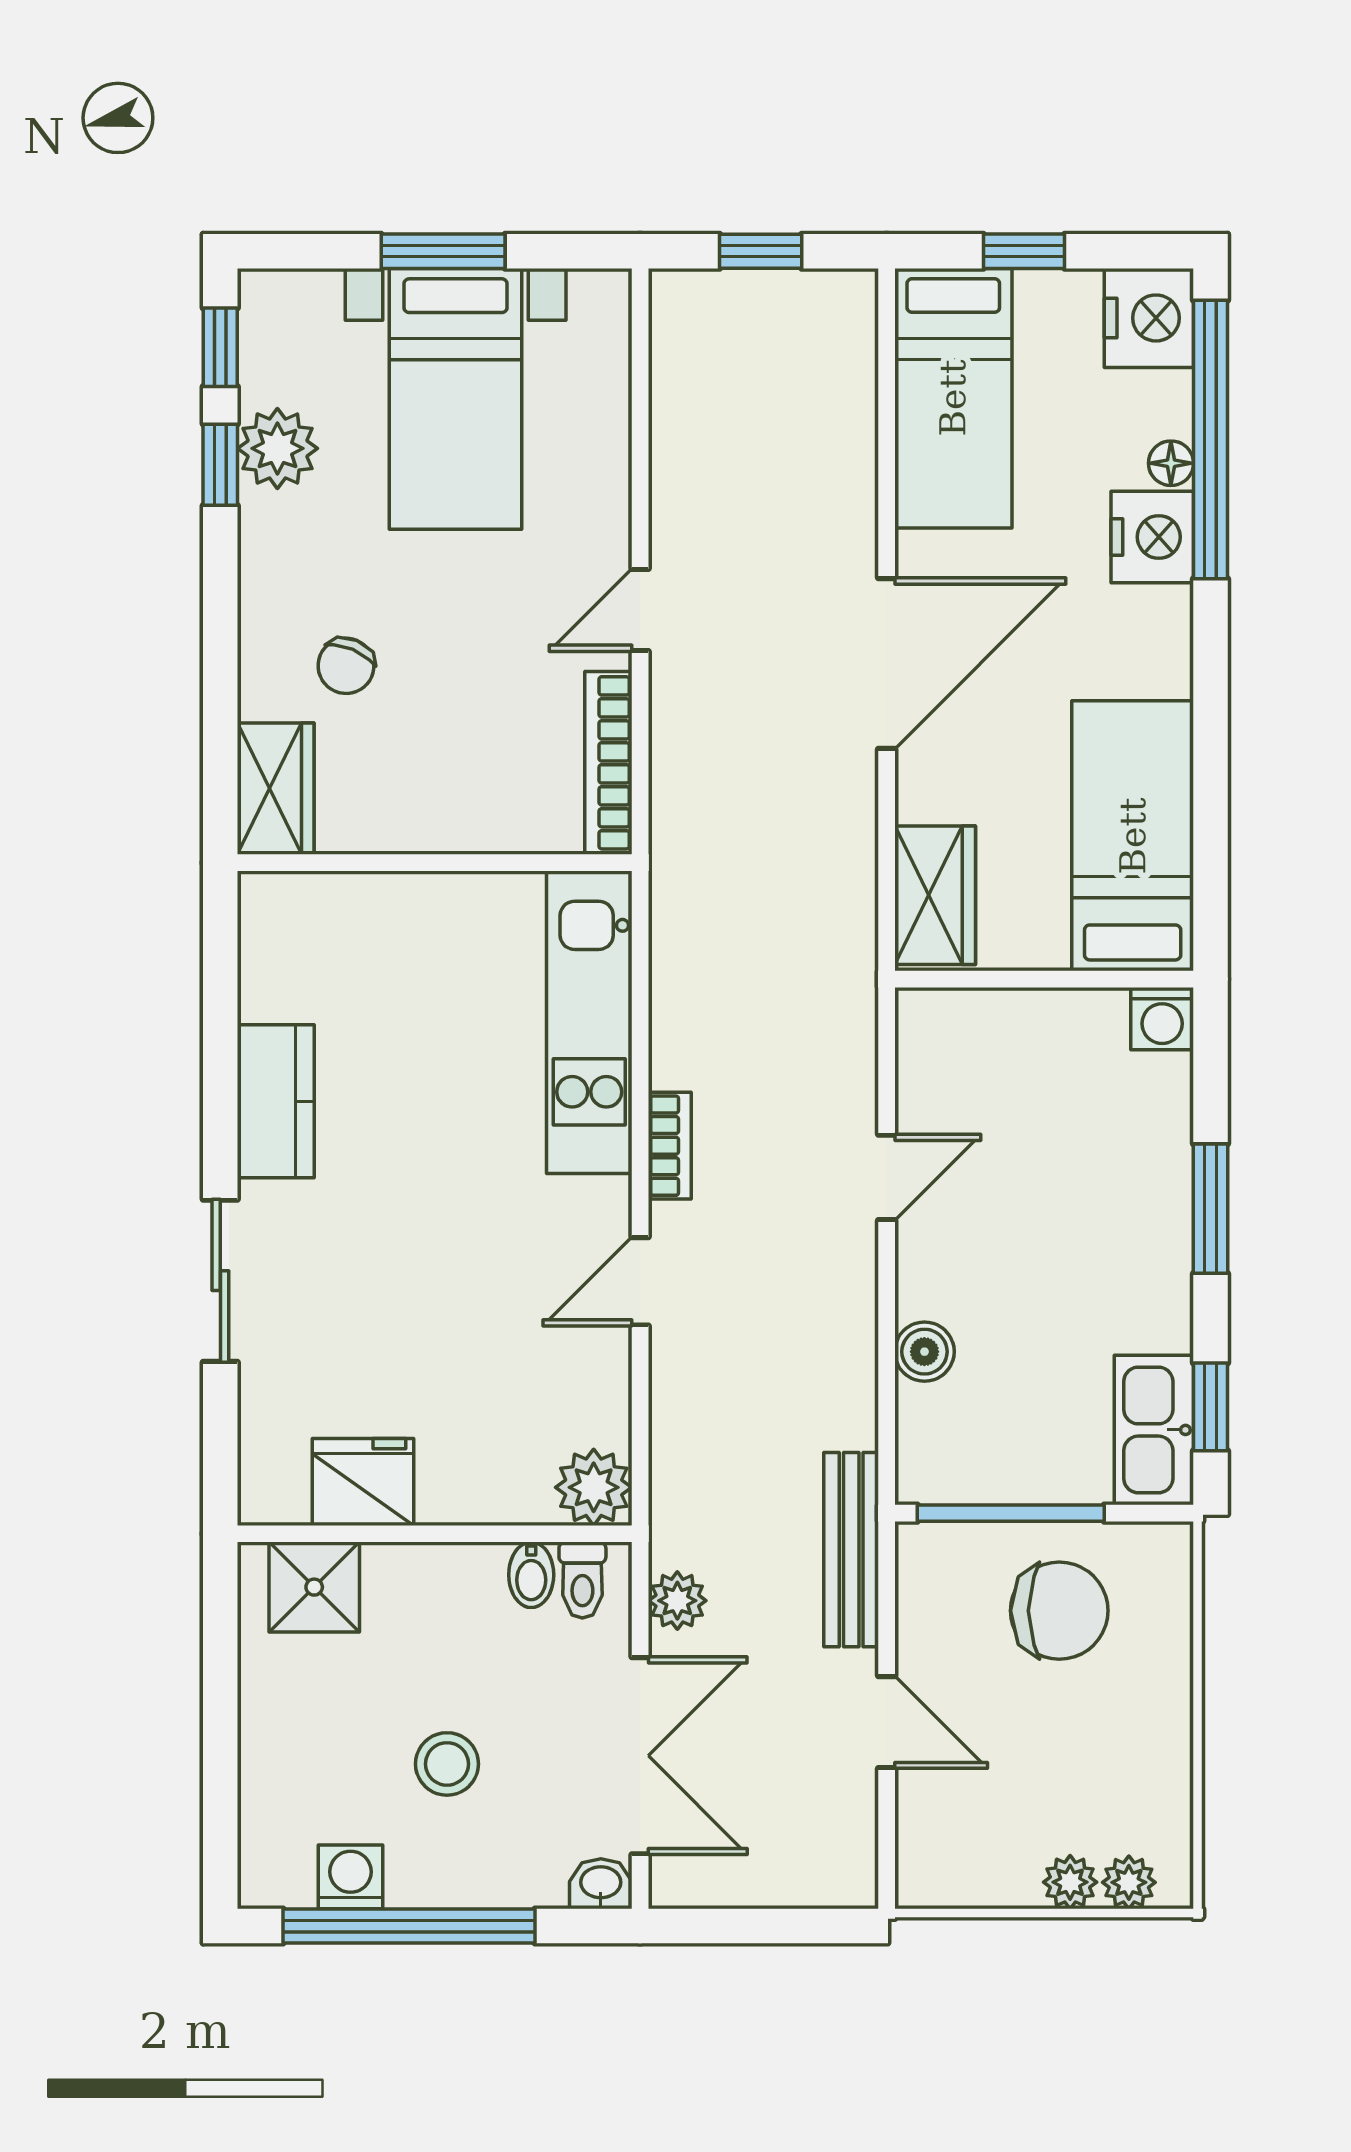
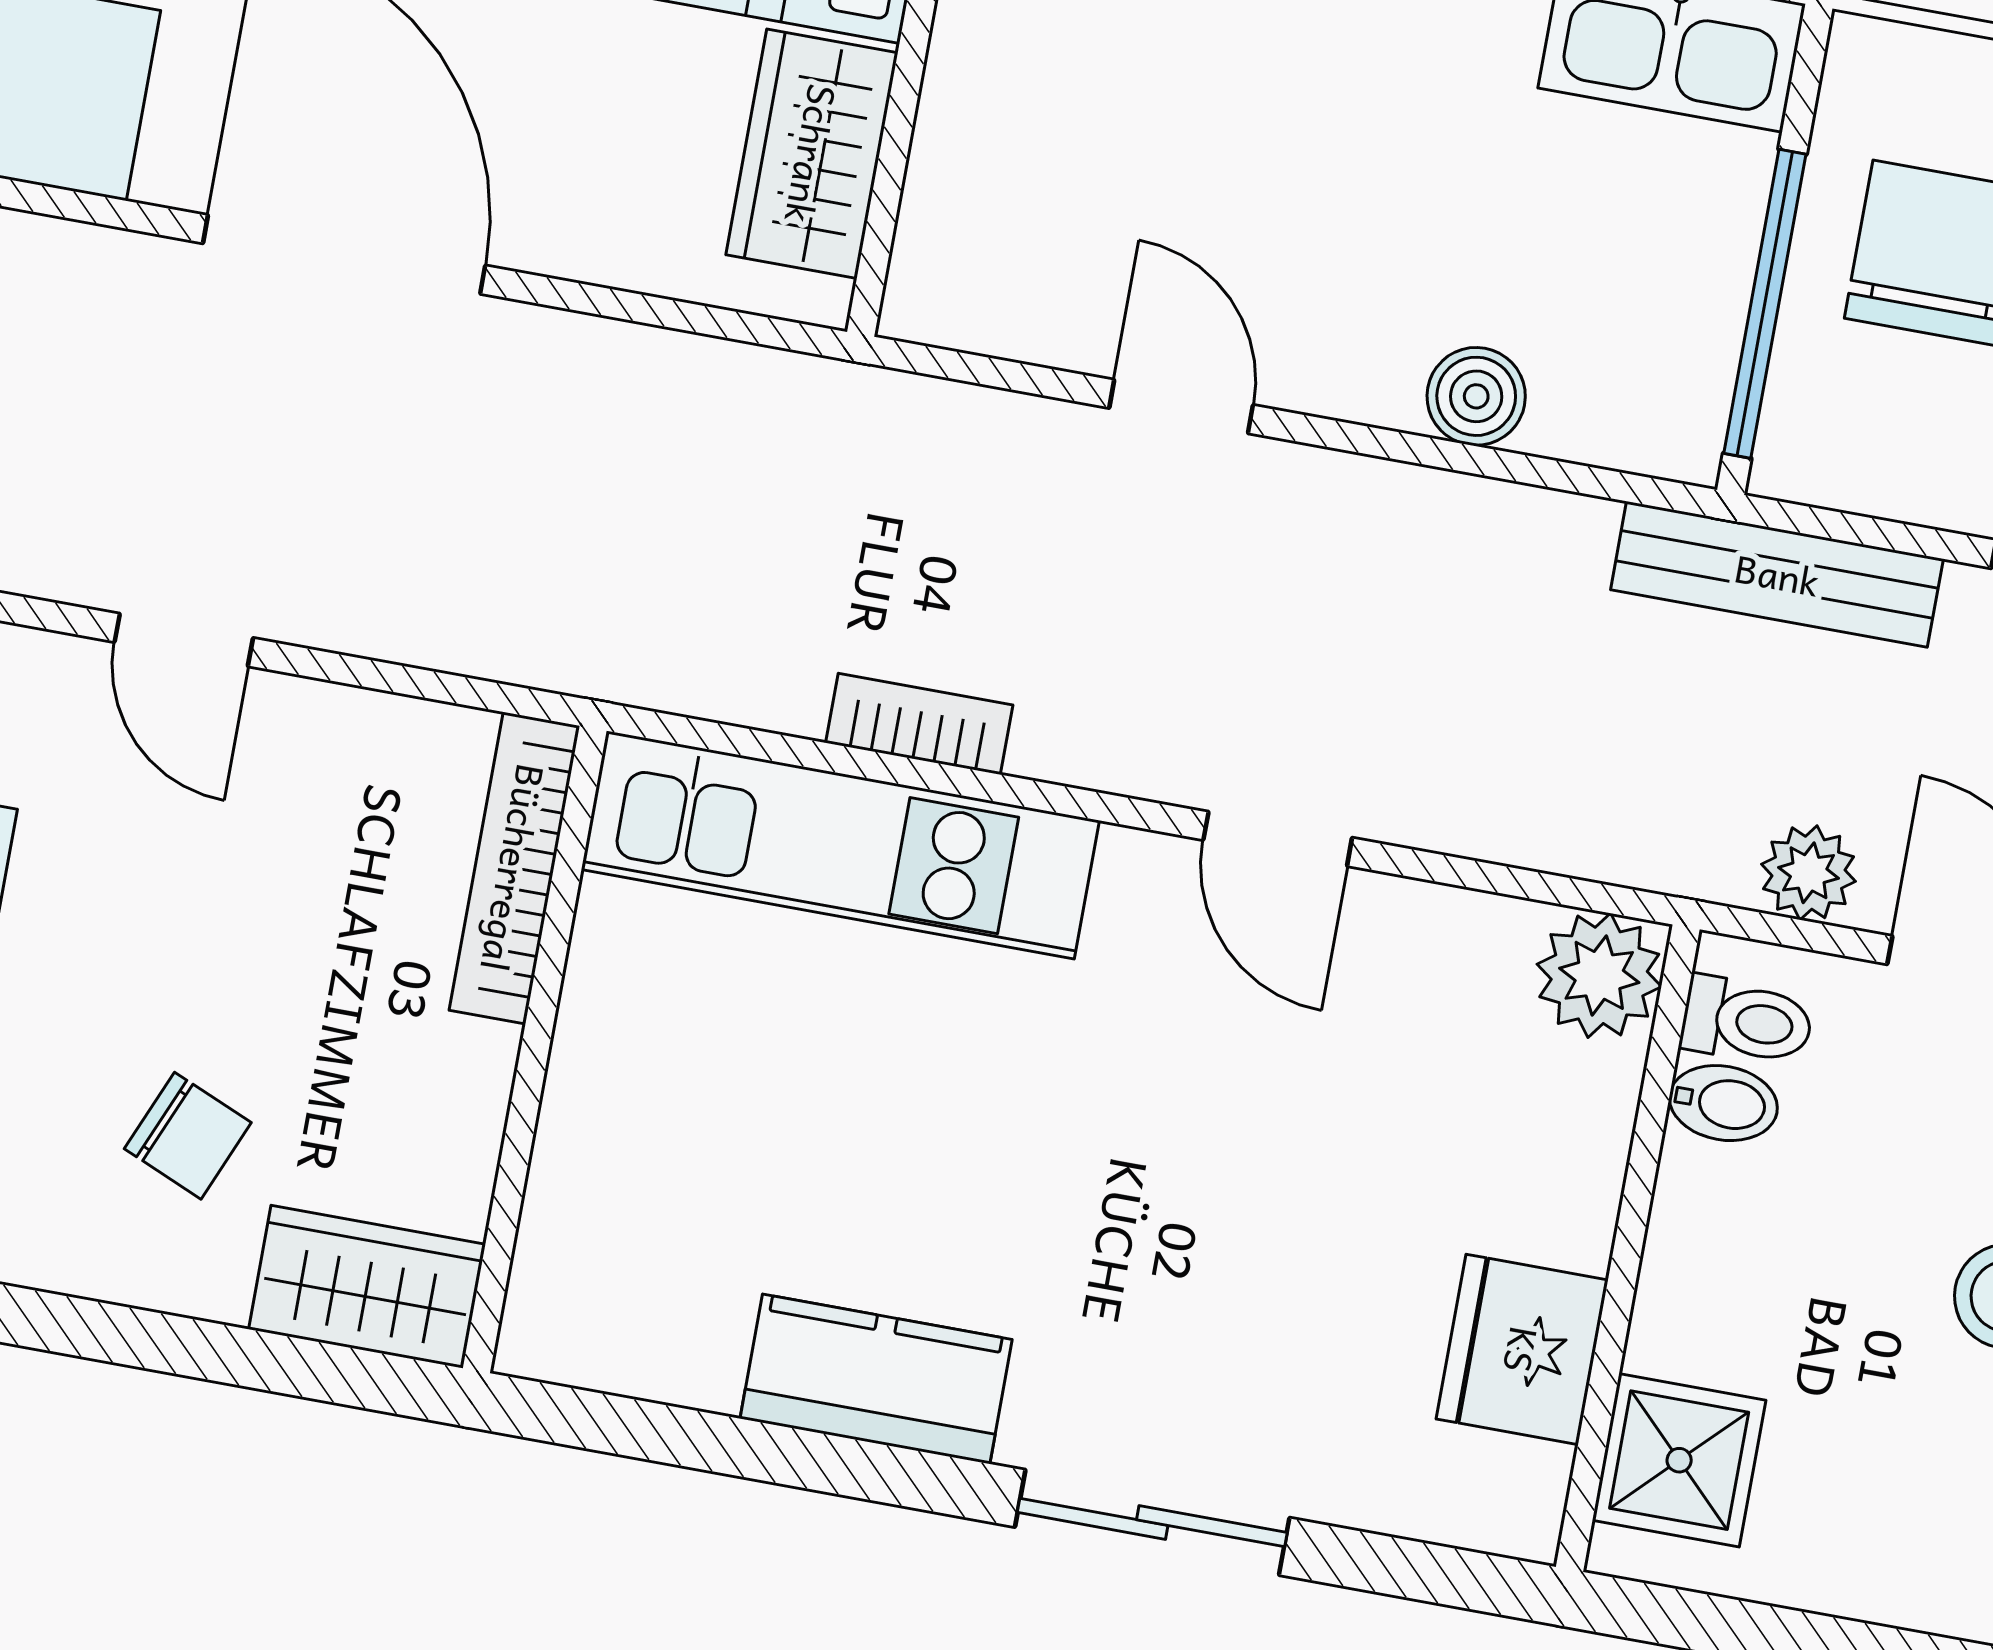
bookcase: (608, 763) -> (514, 868), moved, turned 90
wardrobe: (935, 895) -> (812, 154), moved, turned -90
bookcase: (670, 1146) -> (919, 724), moved

